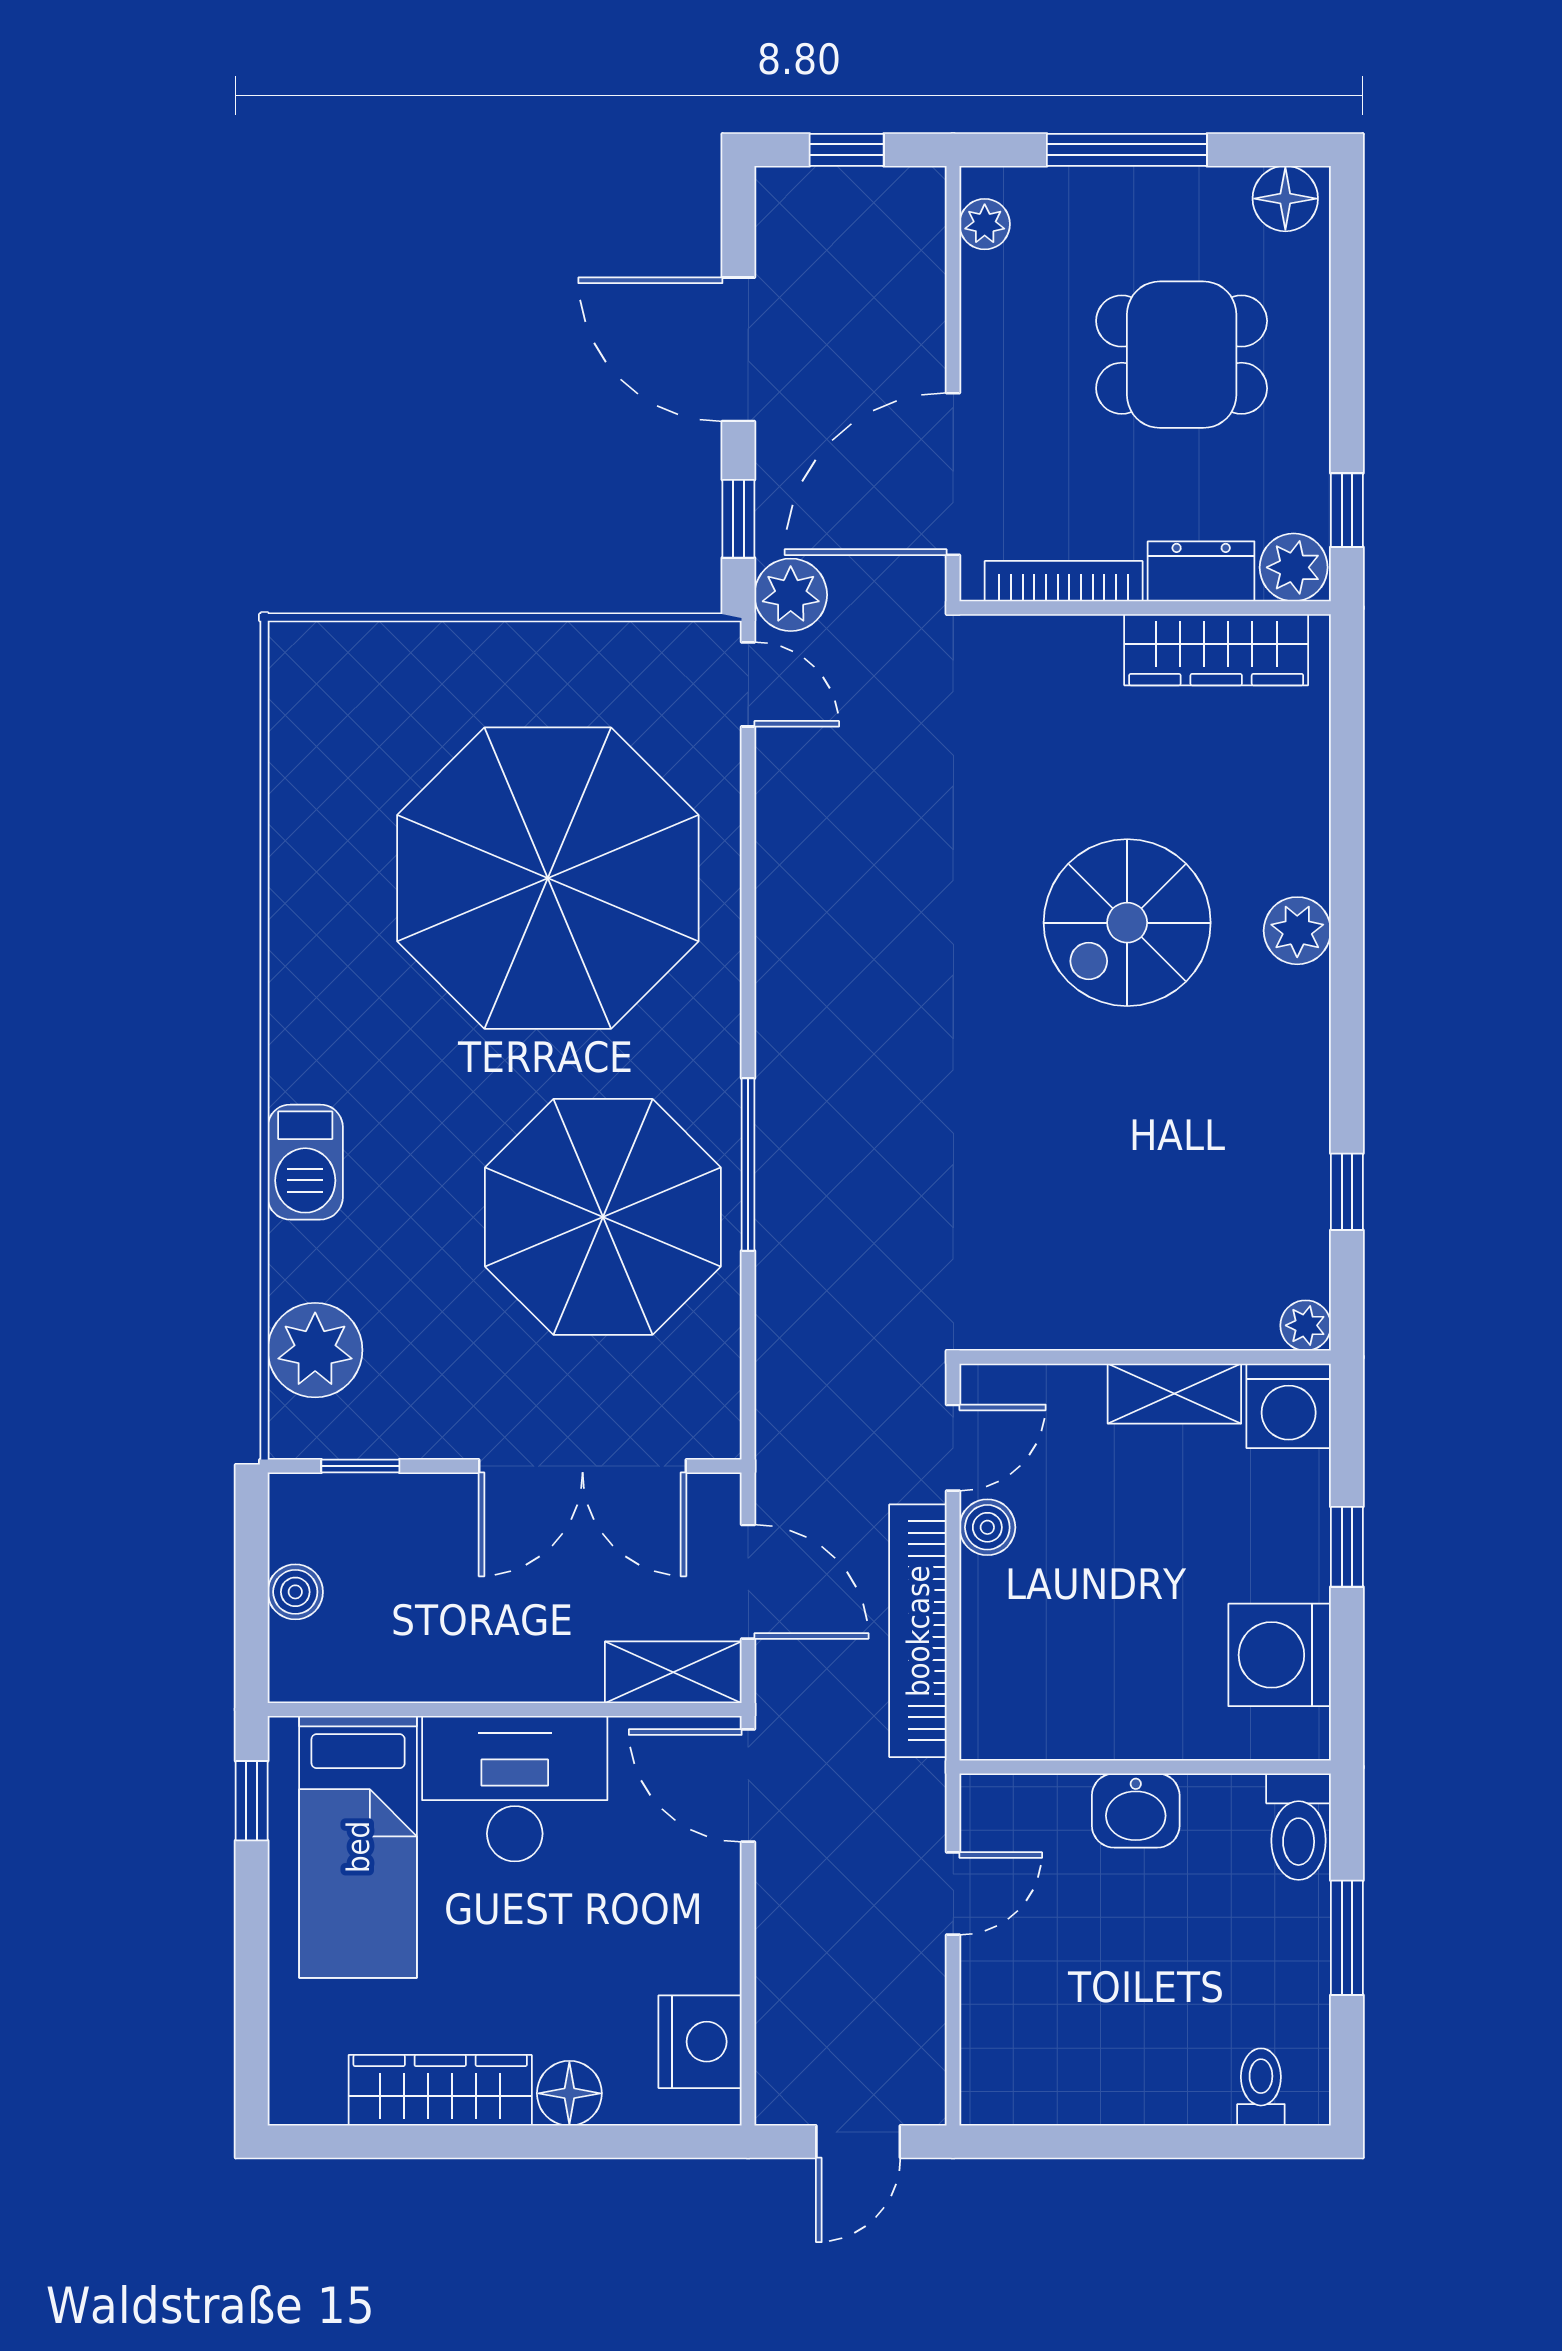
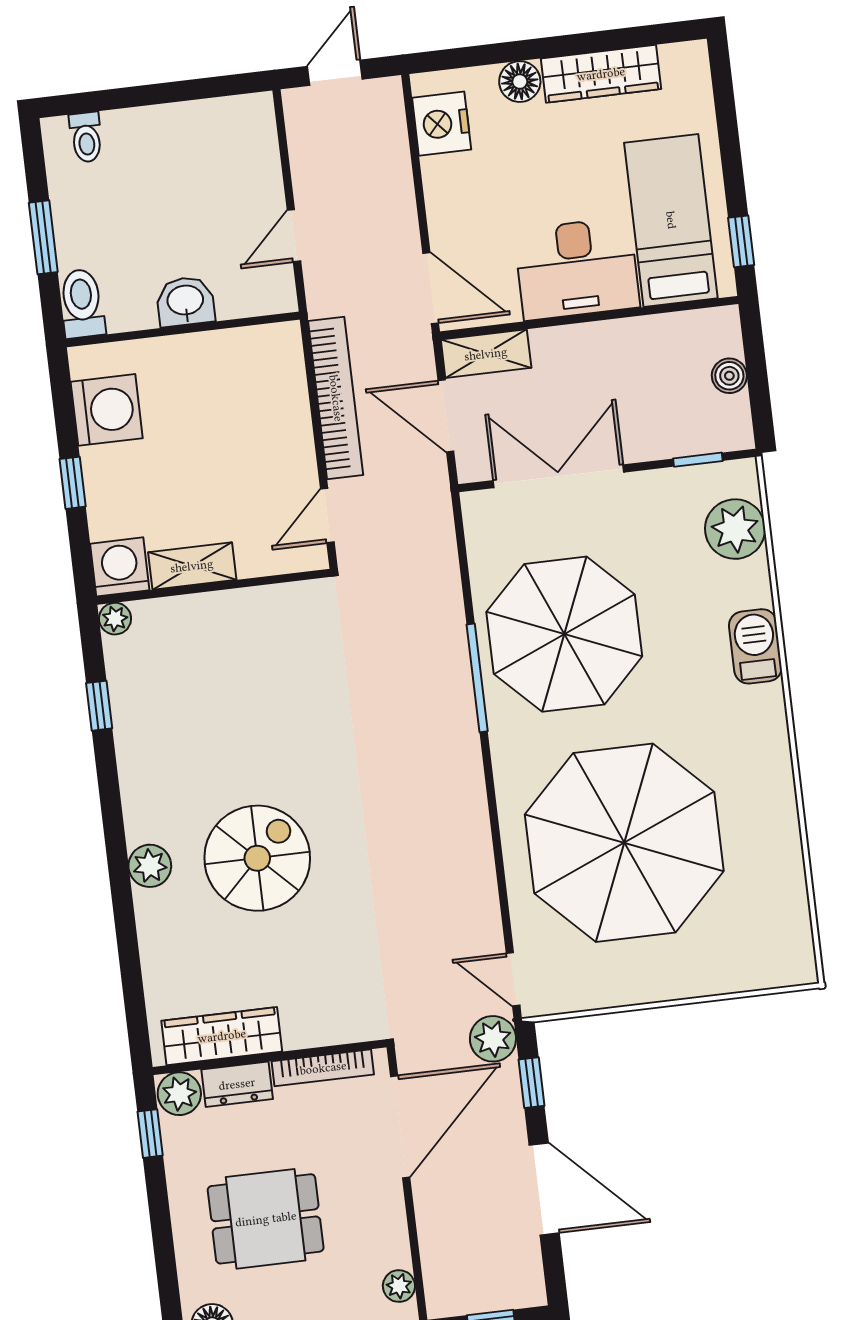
boiler: (987, 1527) -> (300, 468), removed

